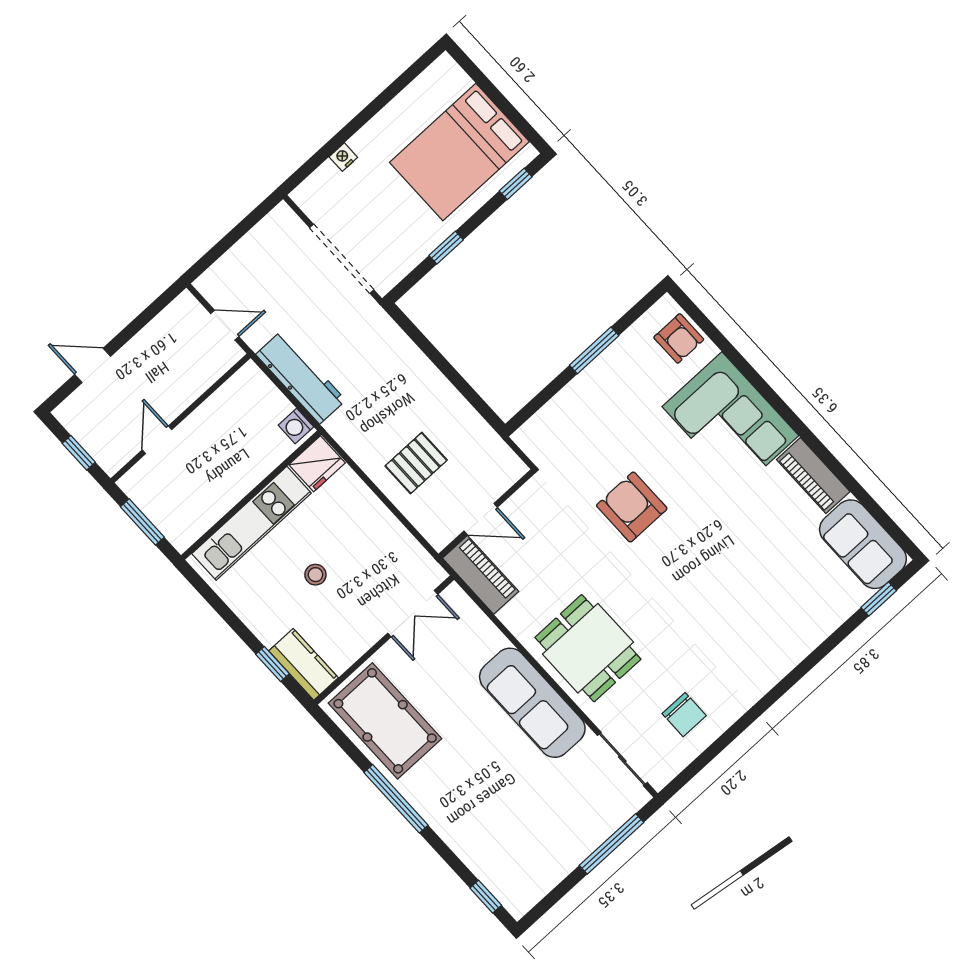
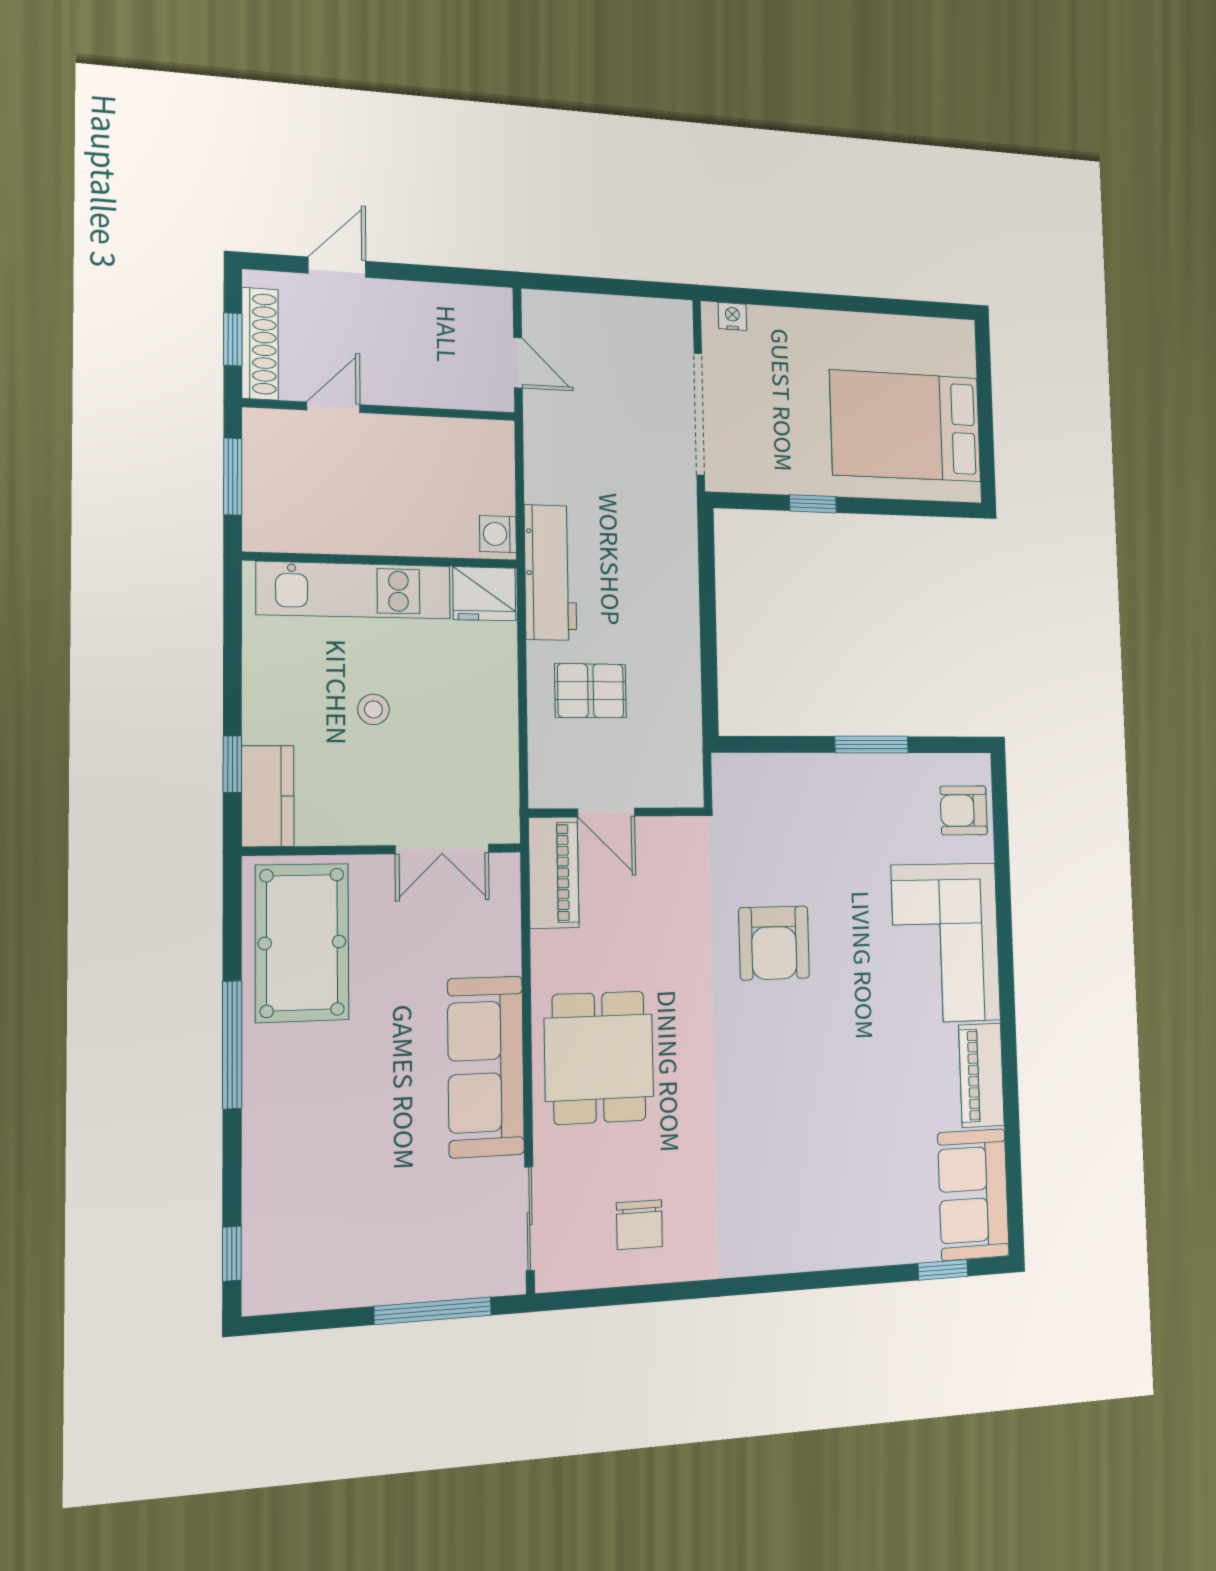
nightstand: (343, 157) -> (732, 316), moved
window: (516, 184) -> (933, 509), removed
armchair: (679, 338) -> (964, 810), turned 90
door: (93, 365) -> (337, 267), hinge flipped
workbench: (301, 377) -> (550, 572), moved
shoe rack: (93, 442) -> (260, 344), added
armchair: (632, 507) -> (774, 943), turned 180

